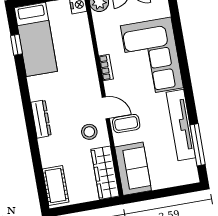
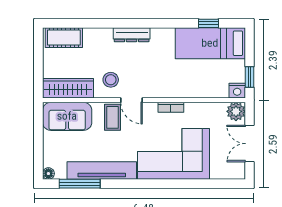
door: (106, 108) -> (131, 100), hinge flipped
floor lamp: (193, 177) -> (48, 174), added

